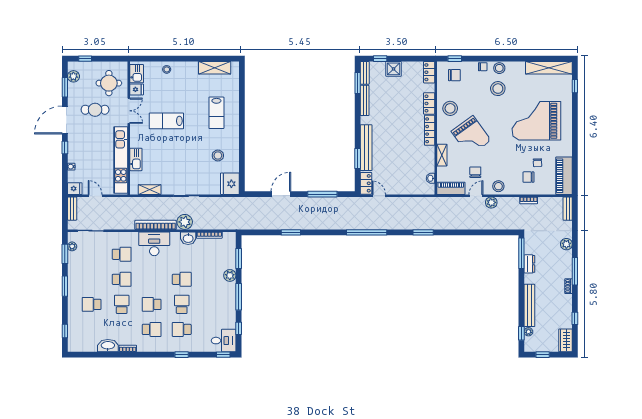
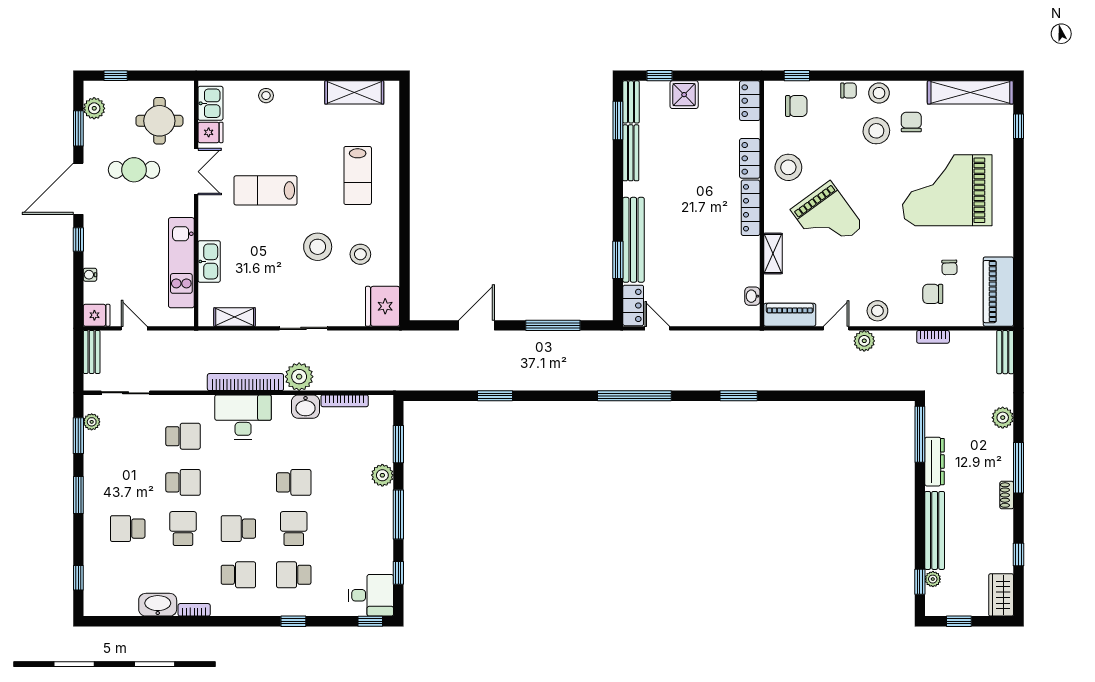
stool: (195, 151) -> (318, 247), added
kitchen unit: (121, 160) -> (181, 263), width x0.73
chair: (475, 172) -> (911, 122), moved
dresser: (529, 264) -> (934, 462), width x1.44

